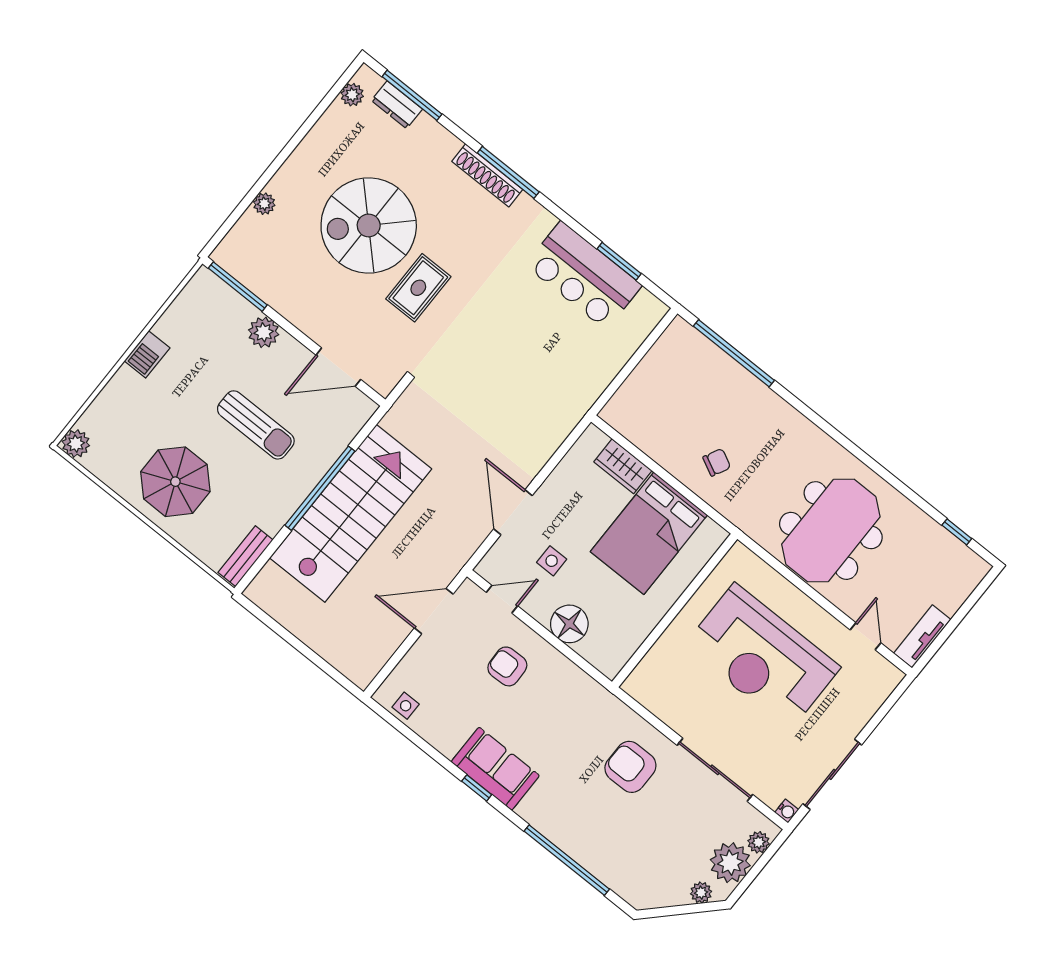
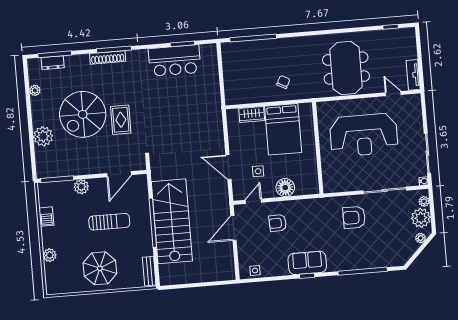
plant: (352, 95) -> (35, 90), moved
plant: (264, 204) -> (43, 136), width x1.87, depth x1.87
barbecue: (147, 354) -> (46, 217), moved
plant: (76, 444) -> (50, 255), moved

